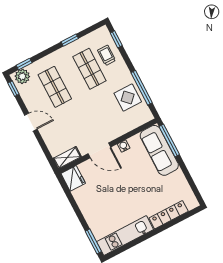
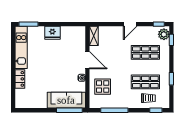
display table: (128, 98) -> (103, 87), moved
door: (99, 150) -> (87, 60), swing flipped
fridge: (73, 178) -> (52, 33), moved
locker: (169, 215) -> (20, 79), width x0.66

